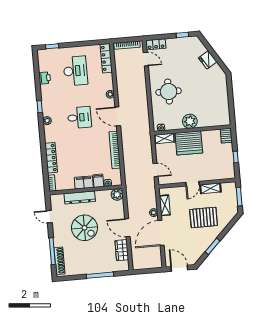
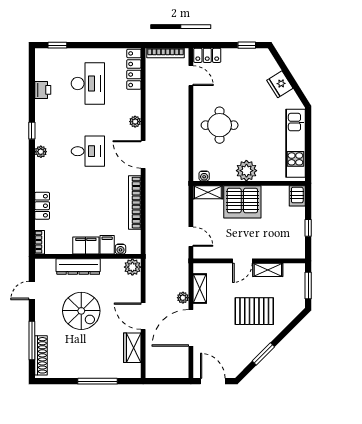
kitchen unit: (222, 99) -> (295, 143), added
locker: (51, 158) -> (42, 206), width x0.66
door: (49, 217) -> (32, 290), hinge flipped

